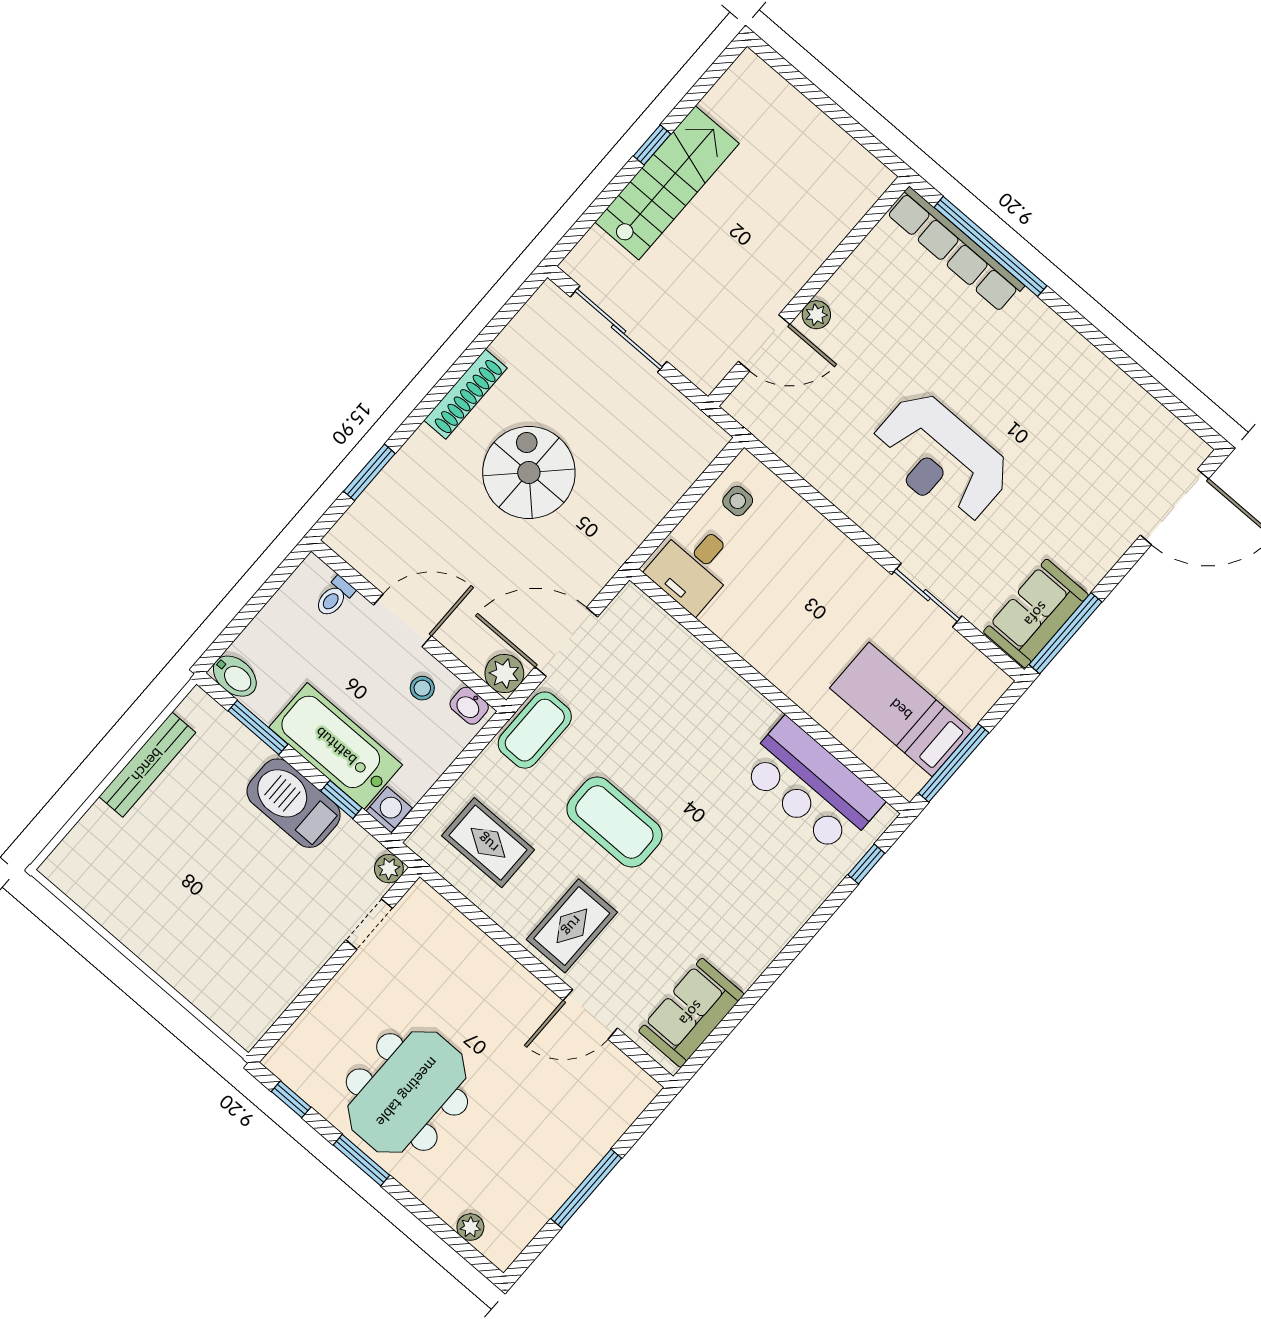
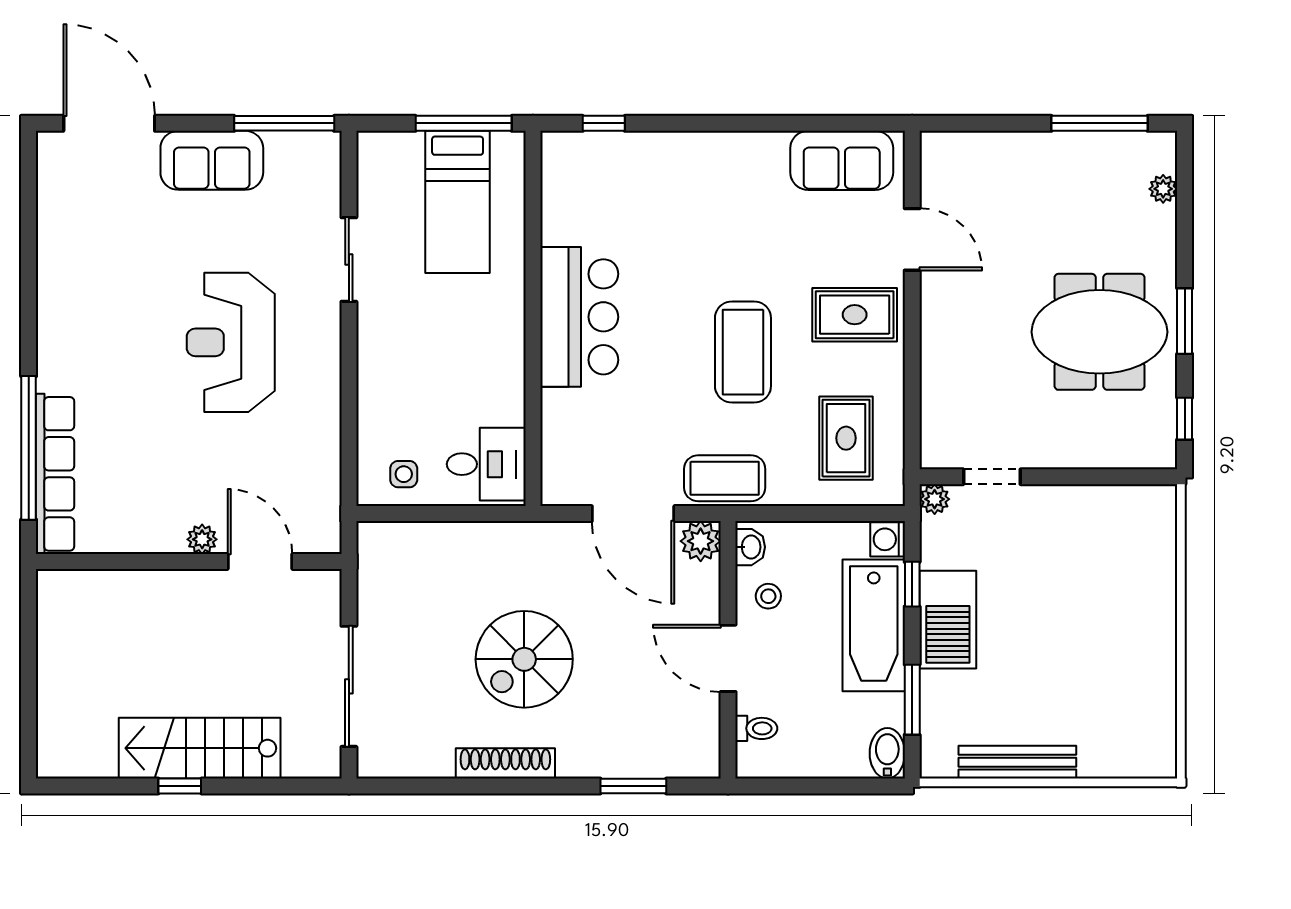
reception desk: (941, 458) -> (231, 342), turned 180
sofa: (1036, 614) -> (212, 160), moved
bar counter: (812, 786) -> (579, 317), moved
window: (586, 1188) -> (1100, 123), moved

